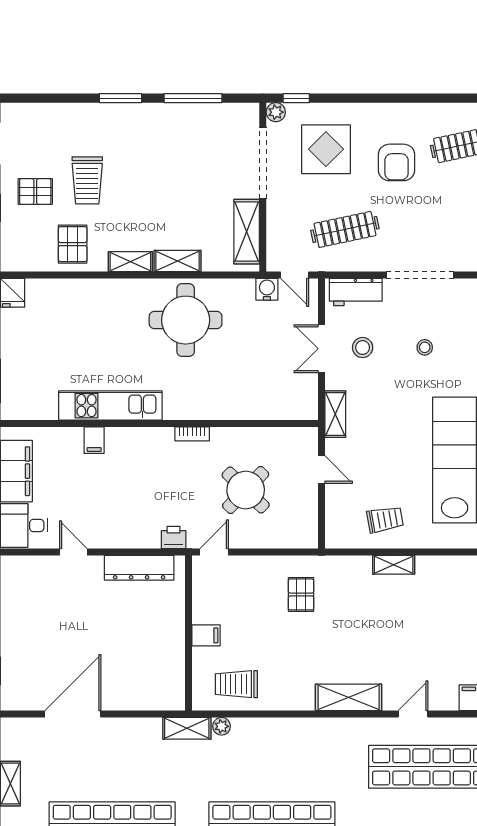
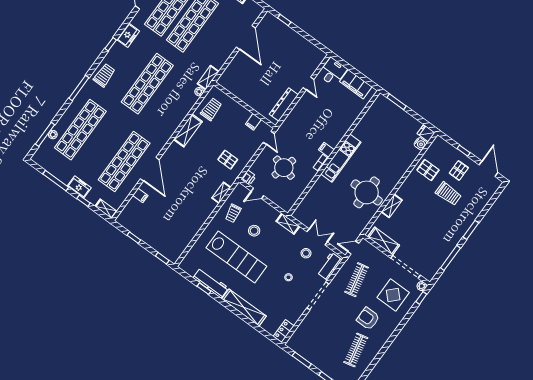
trolley: (87, 180) -> (448, 194), turned 180
shelving: (130, 262) -> (405, 187), removed
water cooler: (267, 289) -> (420, 144), moved
kitchen unit: (110, 406) -> (341, 158), moved
filing cabinet: (94, 440) -> (326, 150), moved
stool: (388, 463) -> (254, 231), added
door: (321, 469) -> (257, 193), moved
round table: (246, 490) -> (284, 168), turned -30
printer: (174, 537) -> (248, 178), moved
door: (73, 552) -> (308, 83), hinge flipped
shelving: (394, 565) -> (221, 193), moved
filing cabinet: (206, 635) -> (253, 122), moved
shelving: (349, 697) -> (188, 131), moved
door: (413, 714) -> (150, 169), width x1.87

